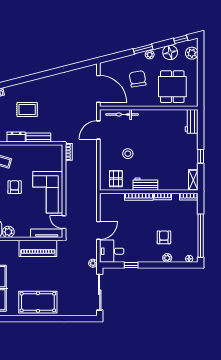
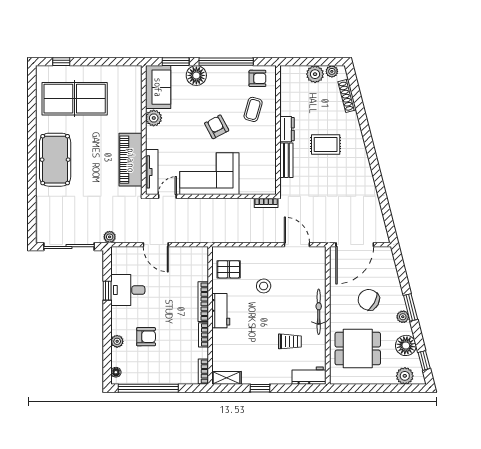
chair: (138, 79) -> (369, 300), turned -142
rug: (27, 110) -> (326, 145), turned 90
bicycle: (122, 114) -> (319, 312), moved
trolley: (167, 135) -> (290, 341), added
armchair: (15, 187) -> (217, 127), turned -118
desk: (112, 251) -> (128, 290), moved, turned -90

